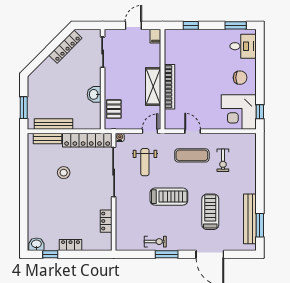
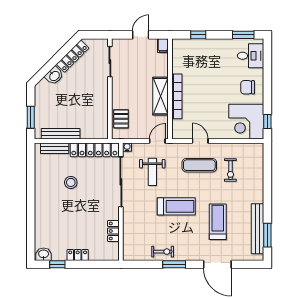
chair: (240, 78) -> (248, 87), turned 180
washbasin: (94, 94) -> (54, 76), moved, turned -135

